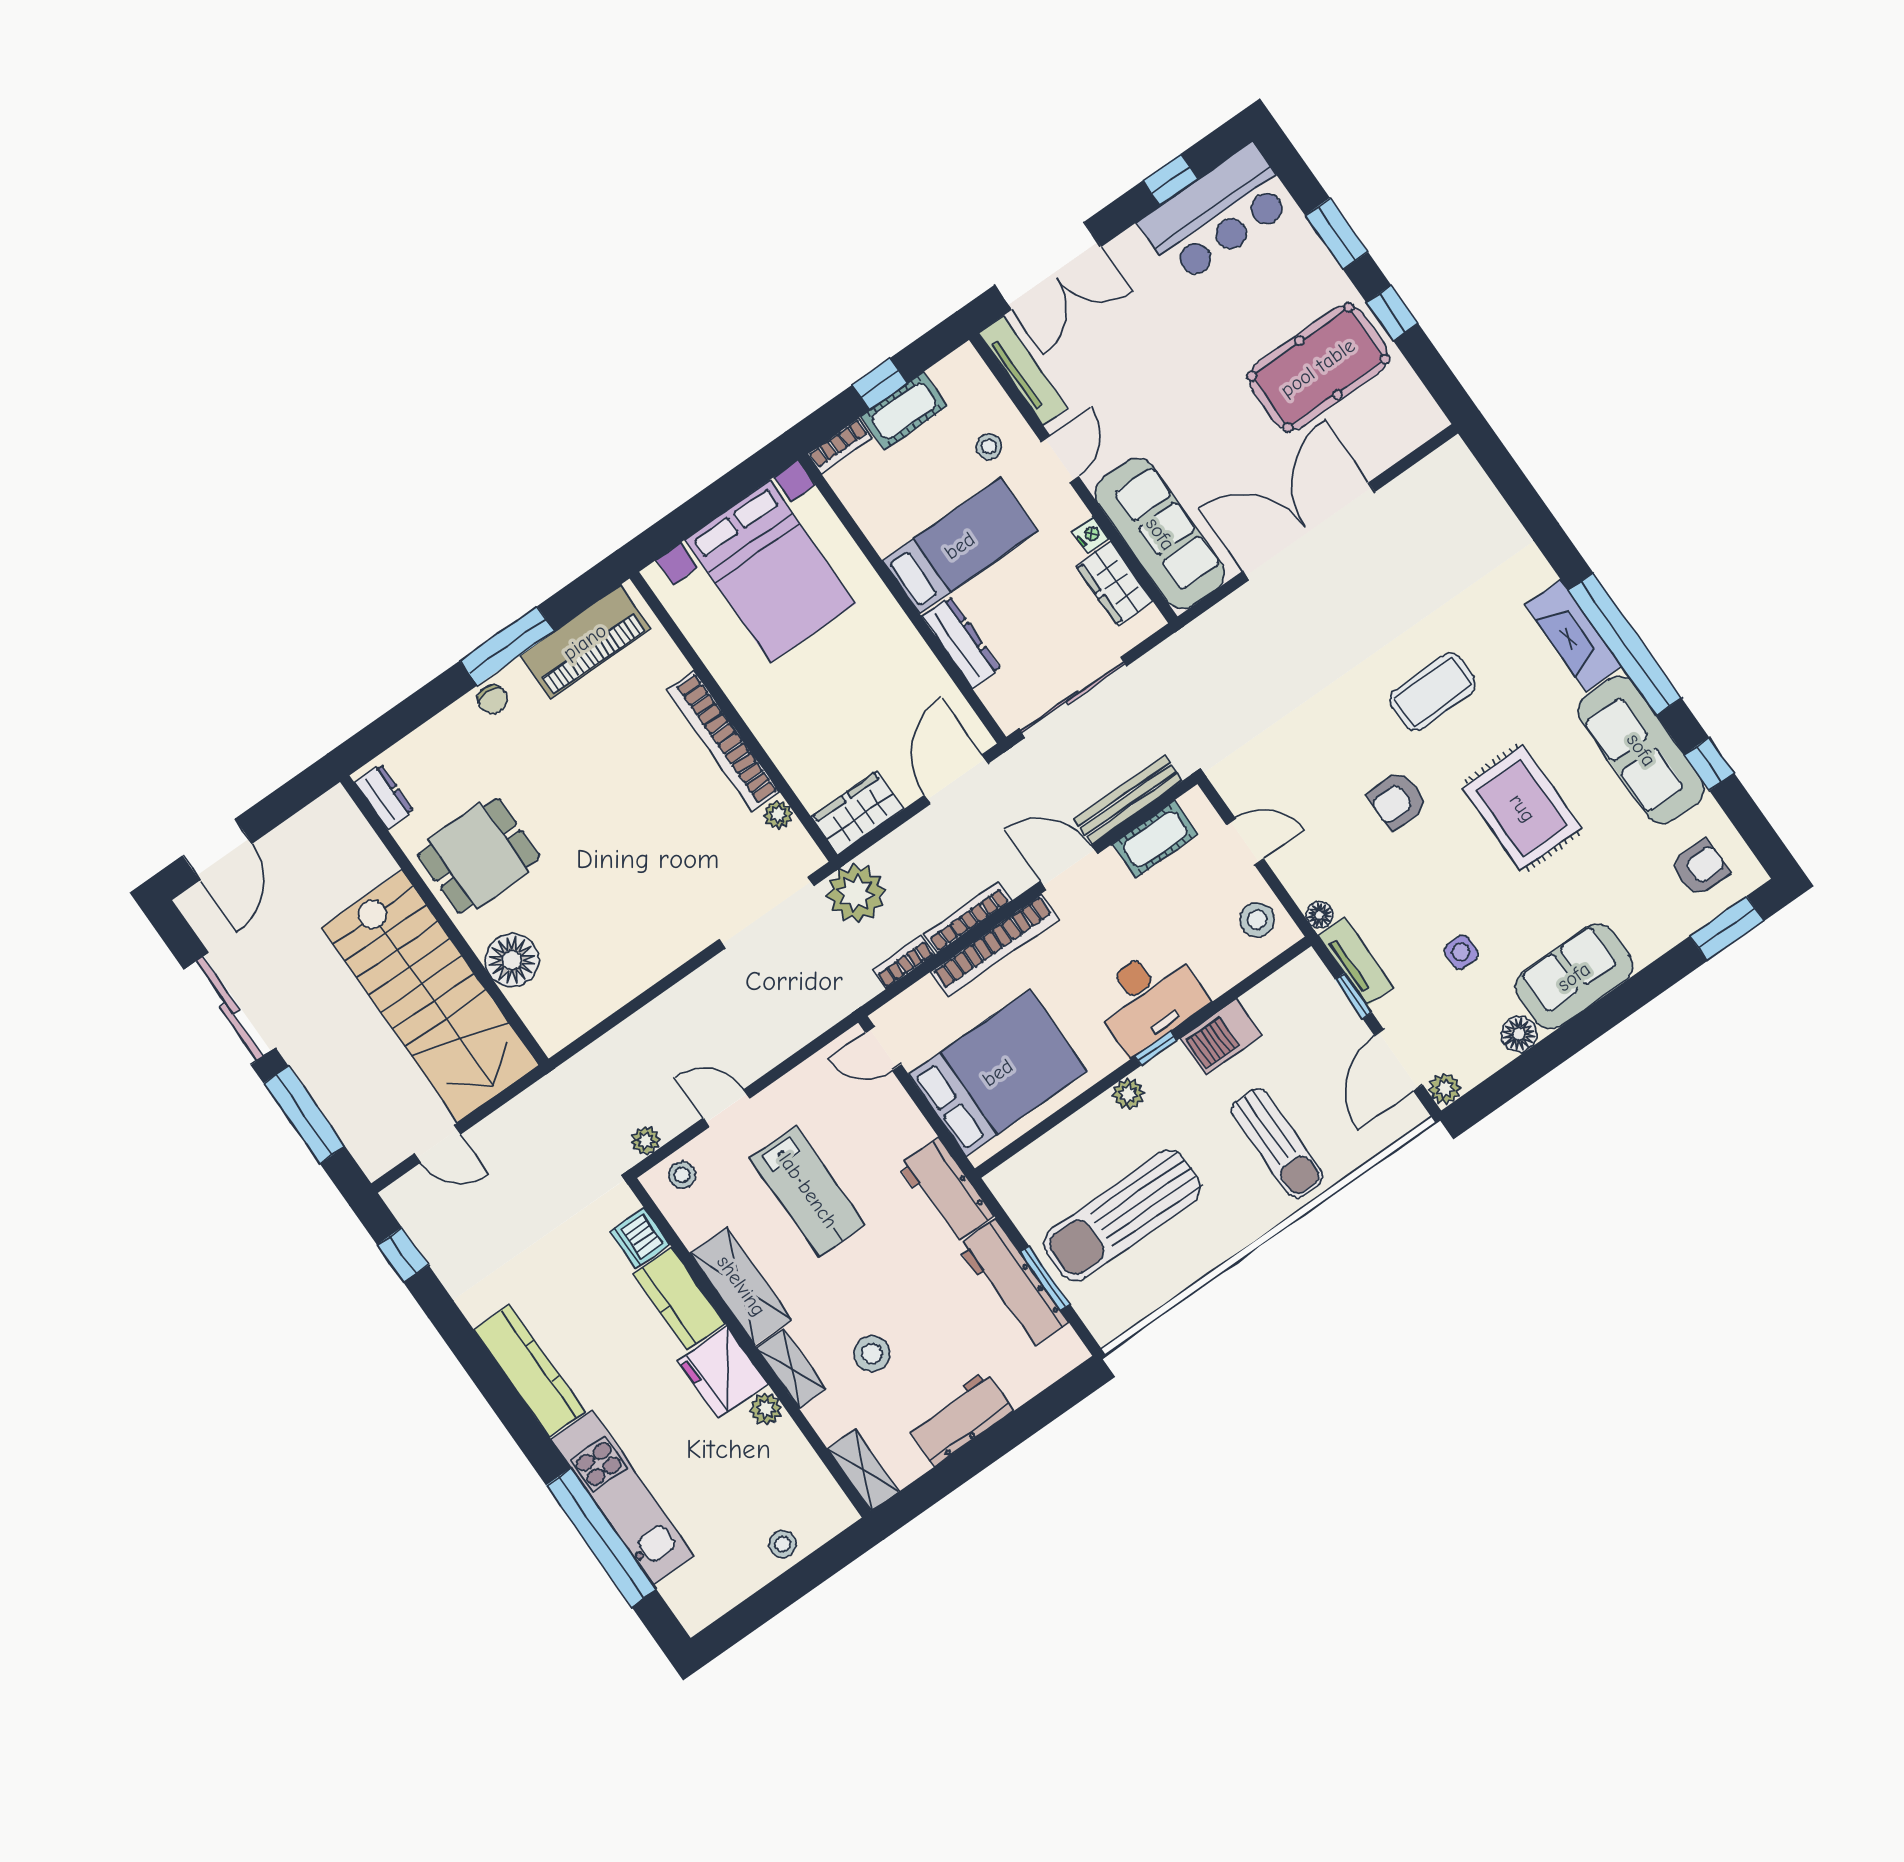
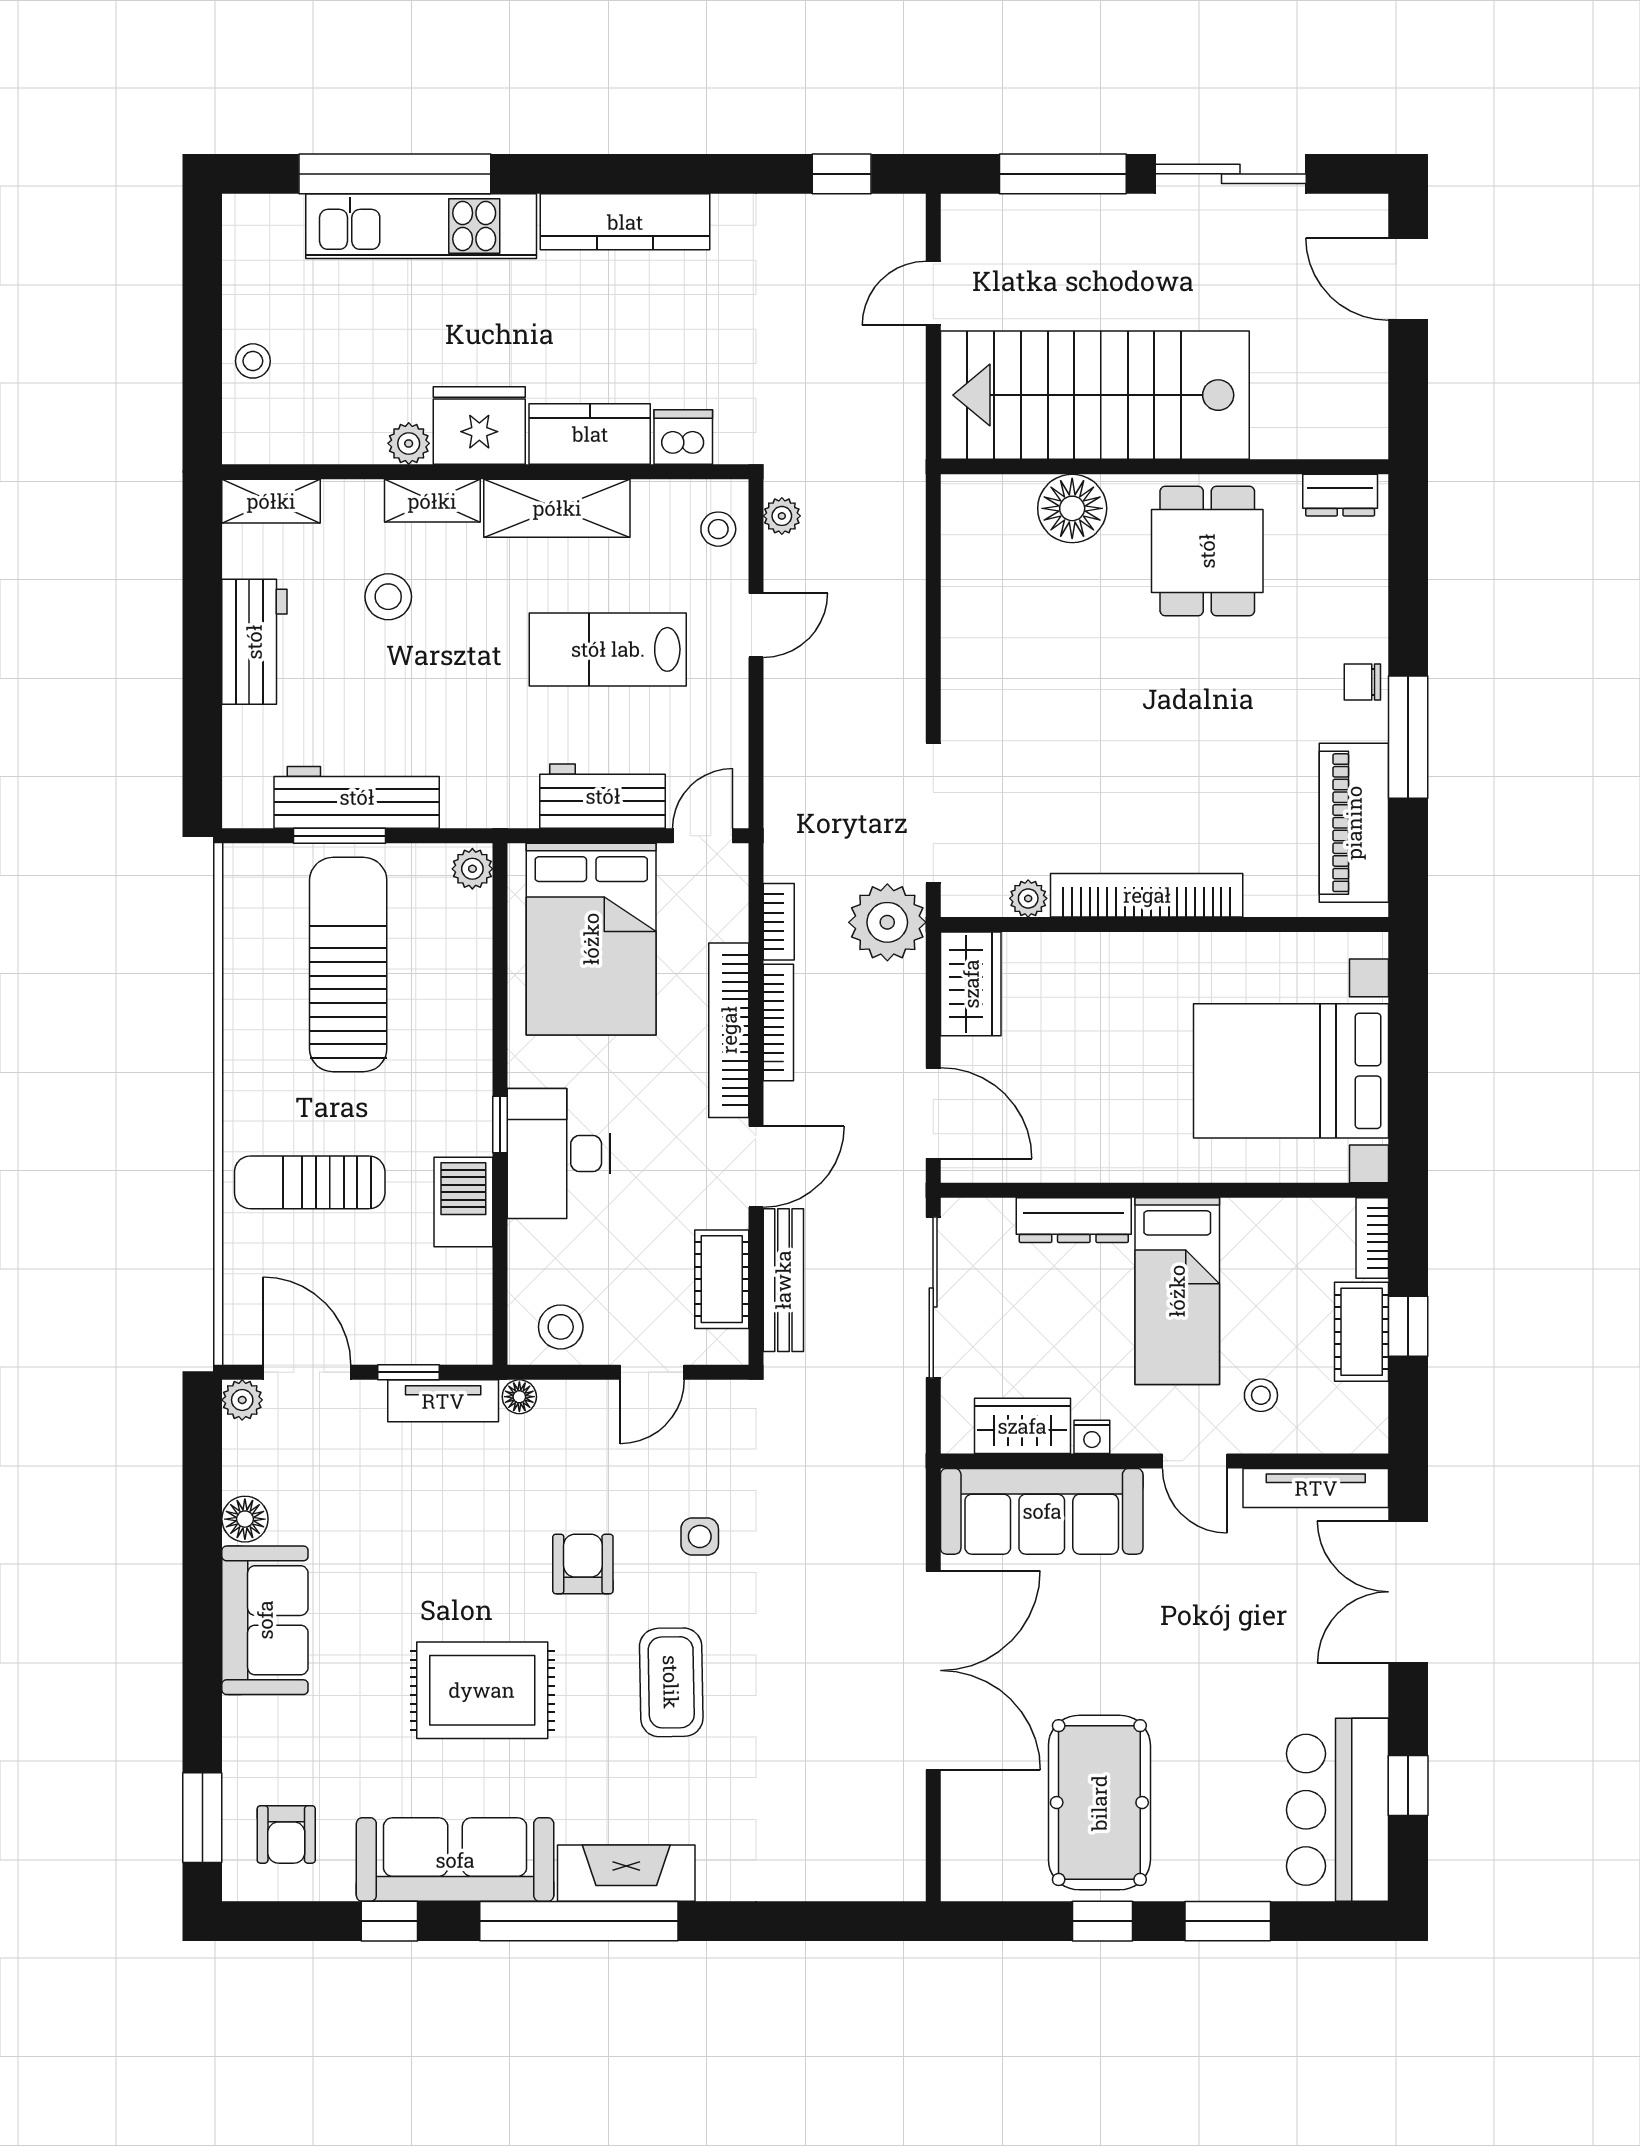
side table: (1461, 952) -> (700, 1536), moved
plant: (1128, 1094) -> (472, 869), moved
workbench: (946, 1191) -> (603, 796), moved

